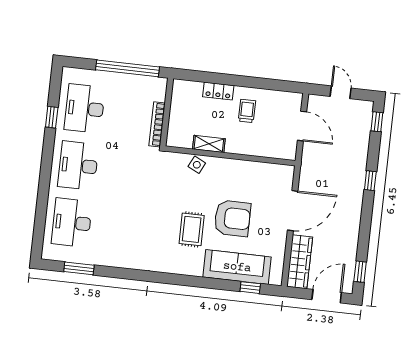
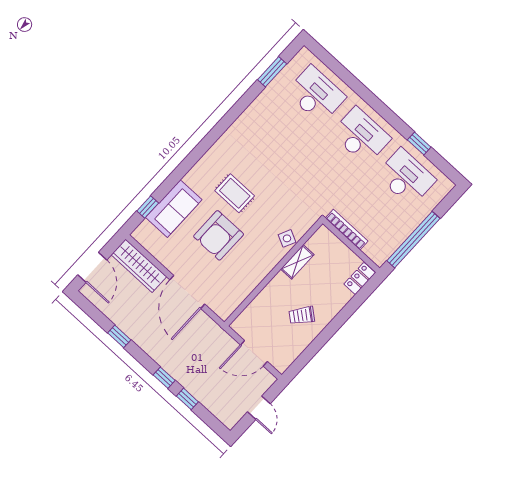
locker: (218, 91) -> (360, 278), moved
door: (341, 92) -> (259, 408), hinge flipped
trolley: (247, 111) -> (302, 315), turned 129
window: (377, 122) -> (187, 399), moved
sofa: (237, 267) -> (174, 209), width x0.73
window: (360, 272) -> (119, 336), moved

